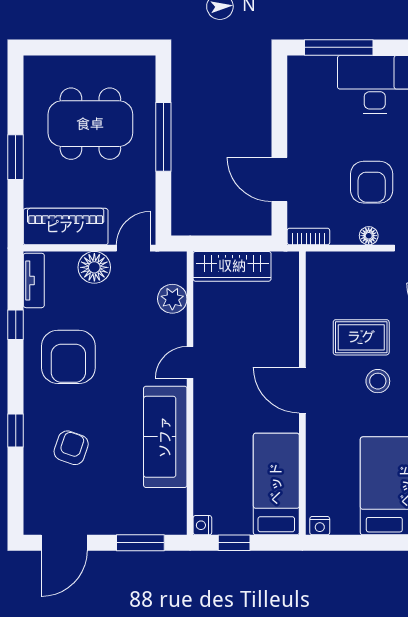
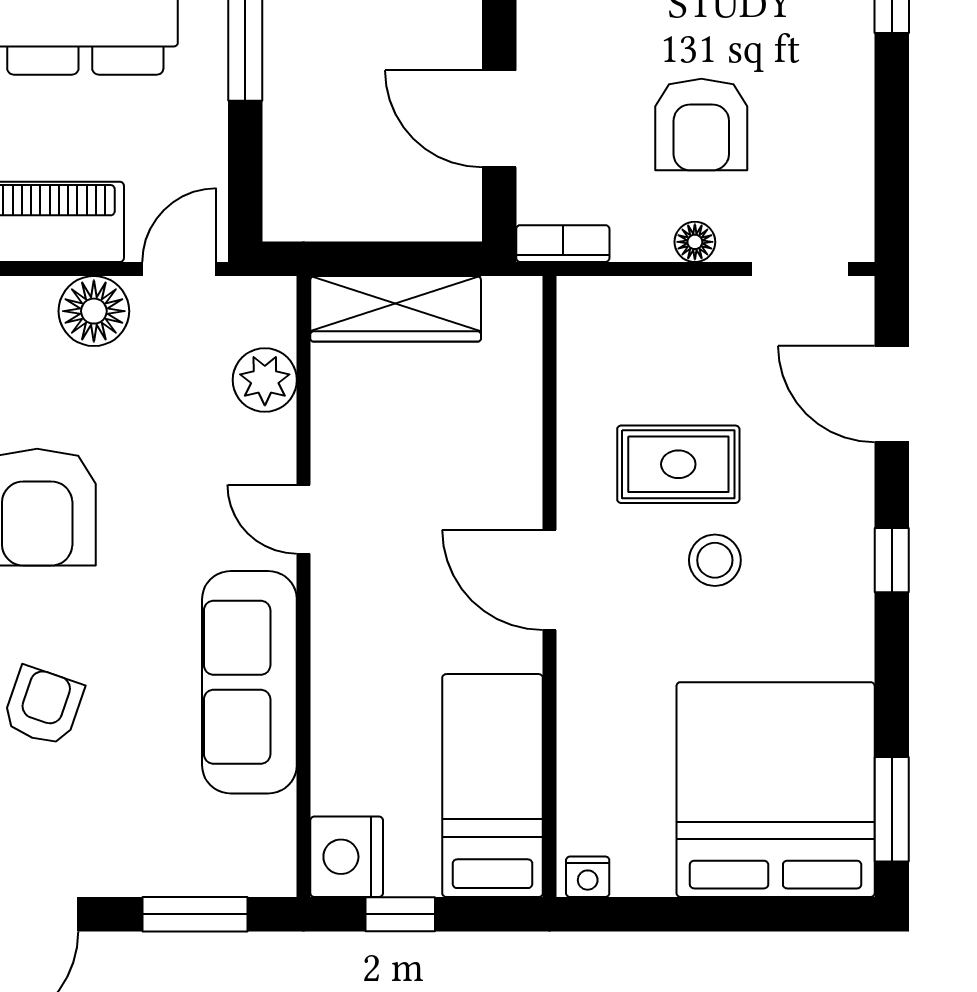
door: (190, 362) -> (304, 519), hinge flipped
nightstand: (202, 525) -> (347, 857), width x1.89, depth x1.79

